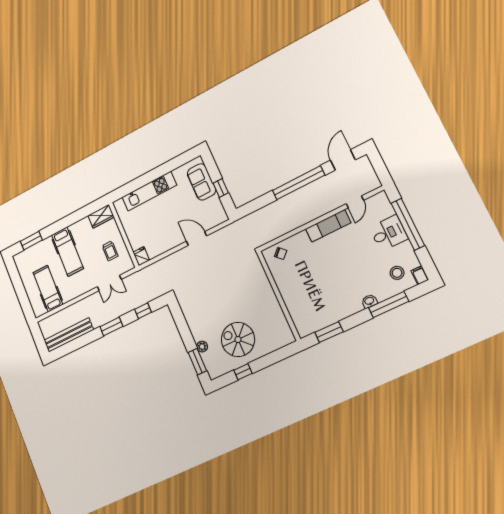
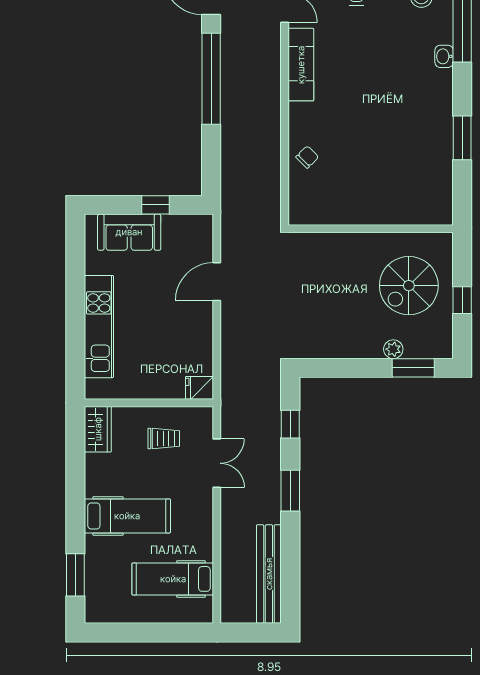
wall: (278, 295) -> (371, 229), moved

